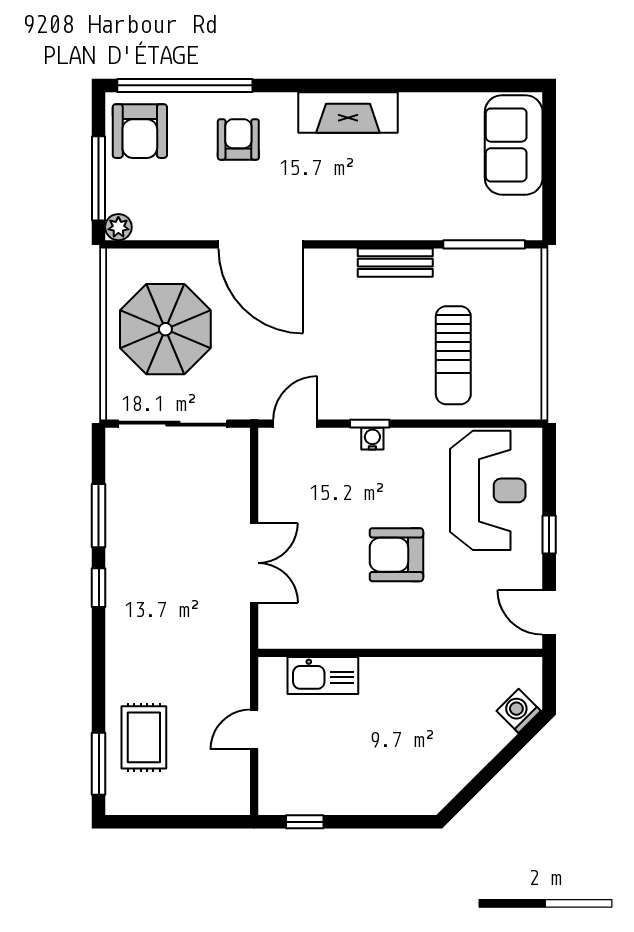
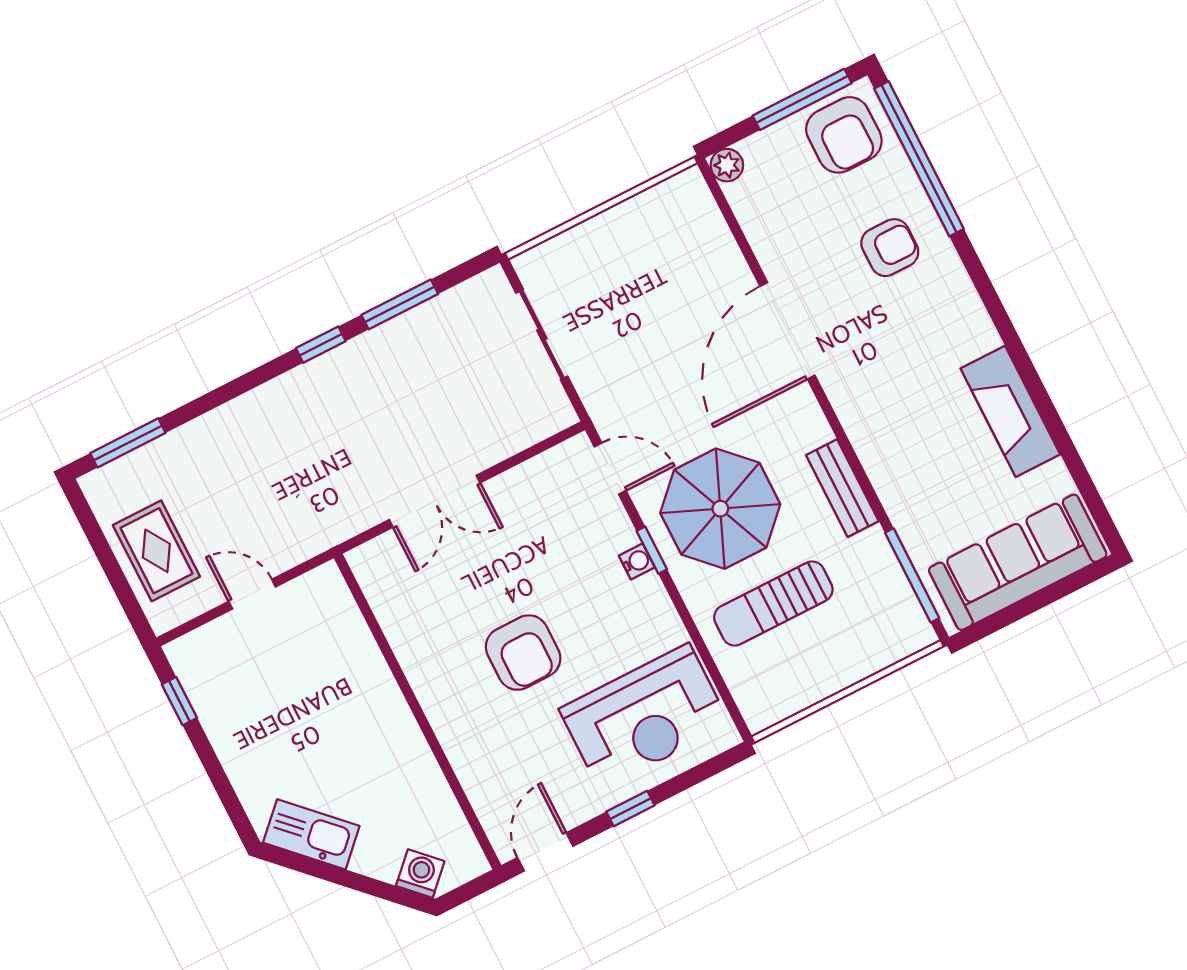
fireplace: (348, 113) -> (1010, 411), moved
armchair: (140, 131) -> (844, 135), turned -90
sofa: (514, 145) -> (1018, 562), width x1.36
window: (99, 178) -> (802, 99), moved
parasol: (165, 329) -> (720, 509), moved
sliding door: (173, 424) -> (542, 335), width x0.73
armchair: (396, 555) -> (523, 653), turned 180
kitchen sink: (323, 676) -> (311, 834), moved, turned 135
rug: (144, 737) -> (156, 551), moved, turned 90

